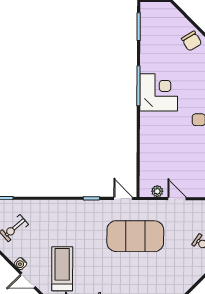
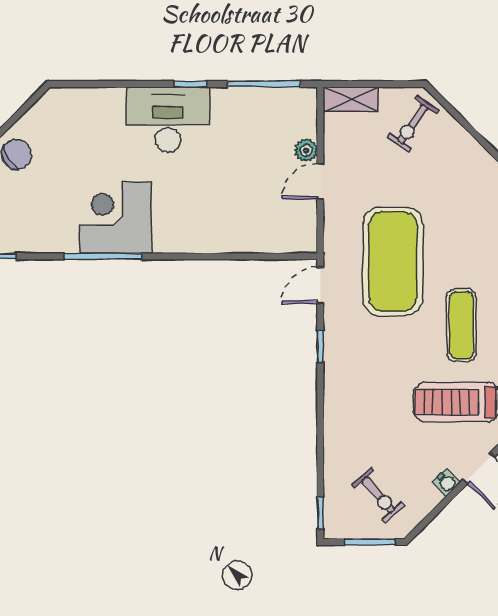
plant: (157, 191) -> (306, 150), moved
exercise mat: (102, 272) -> (461, 325), added

